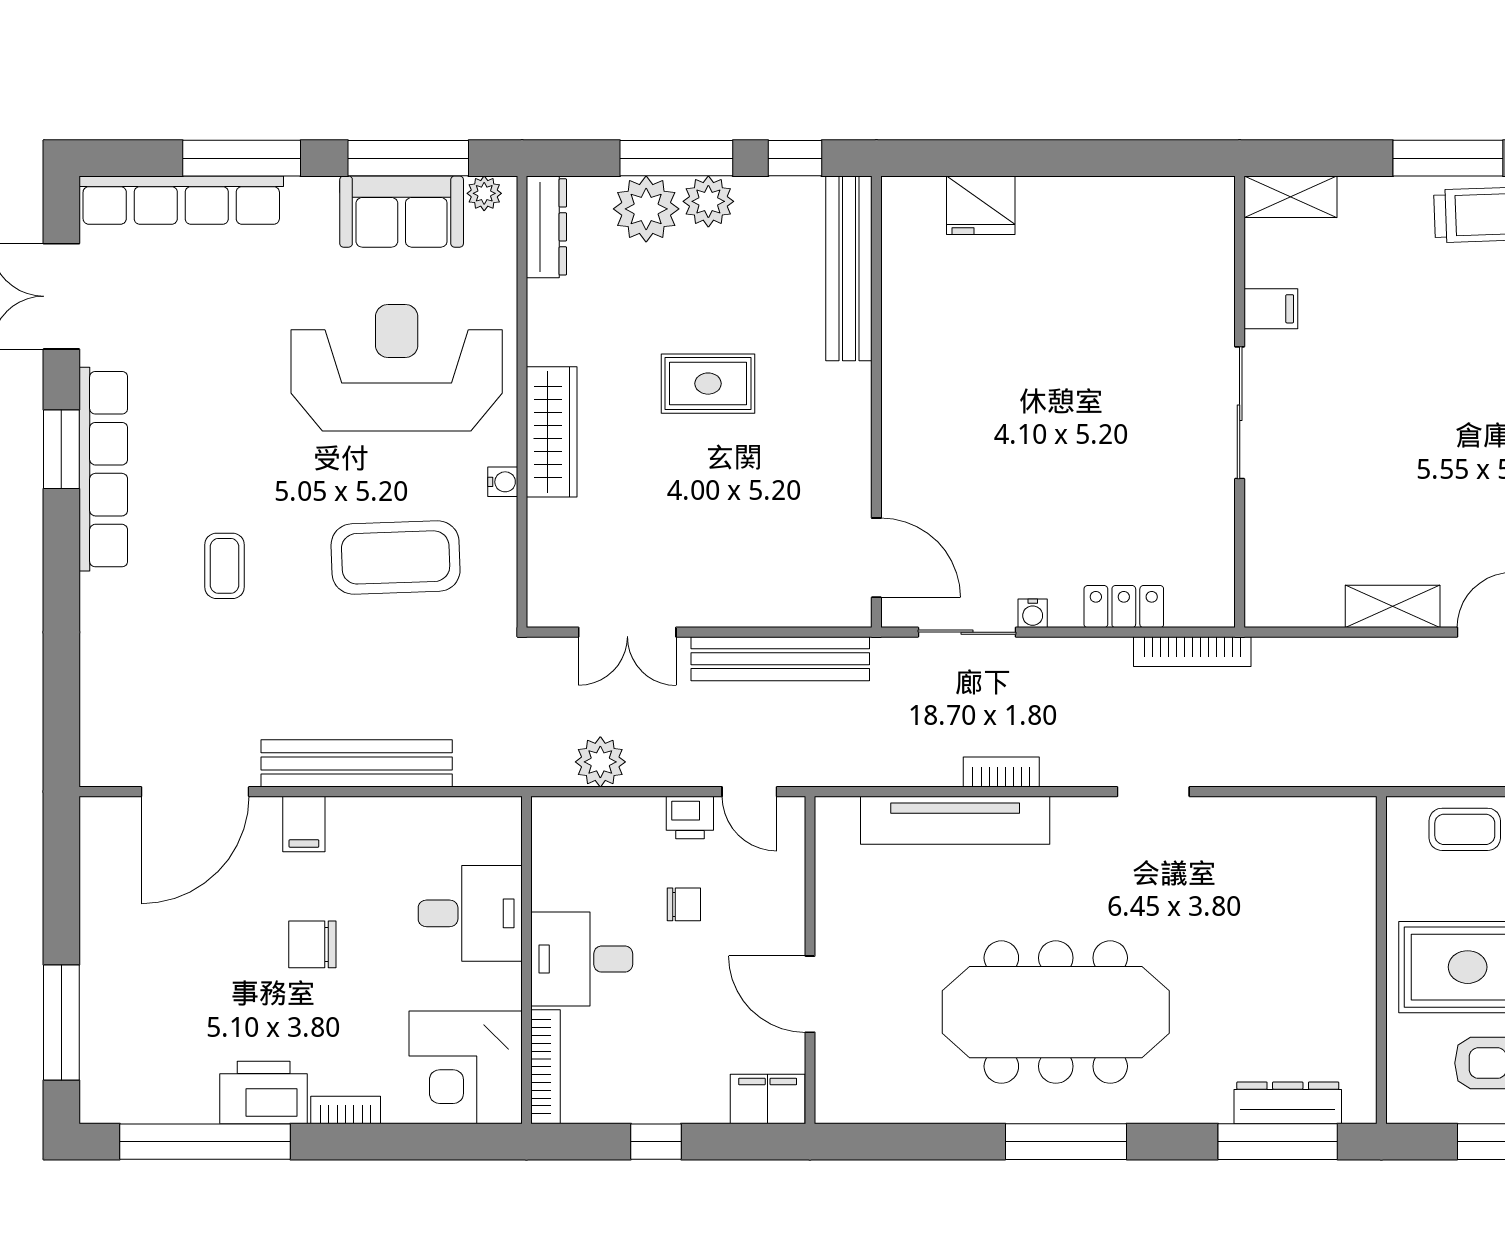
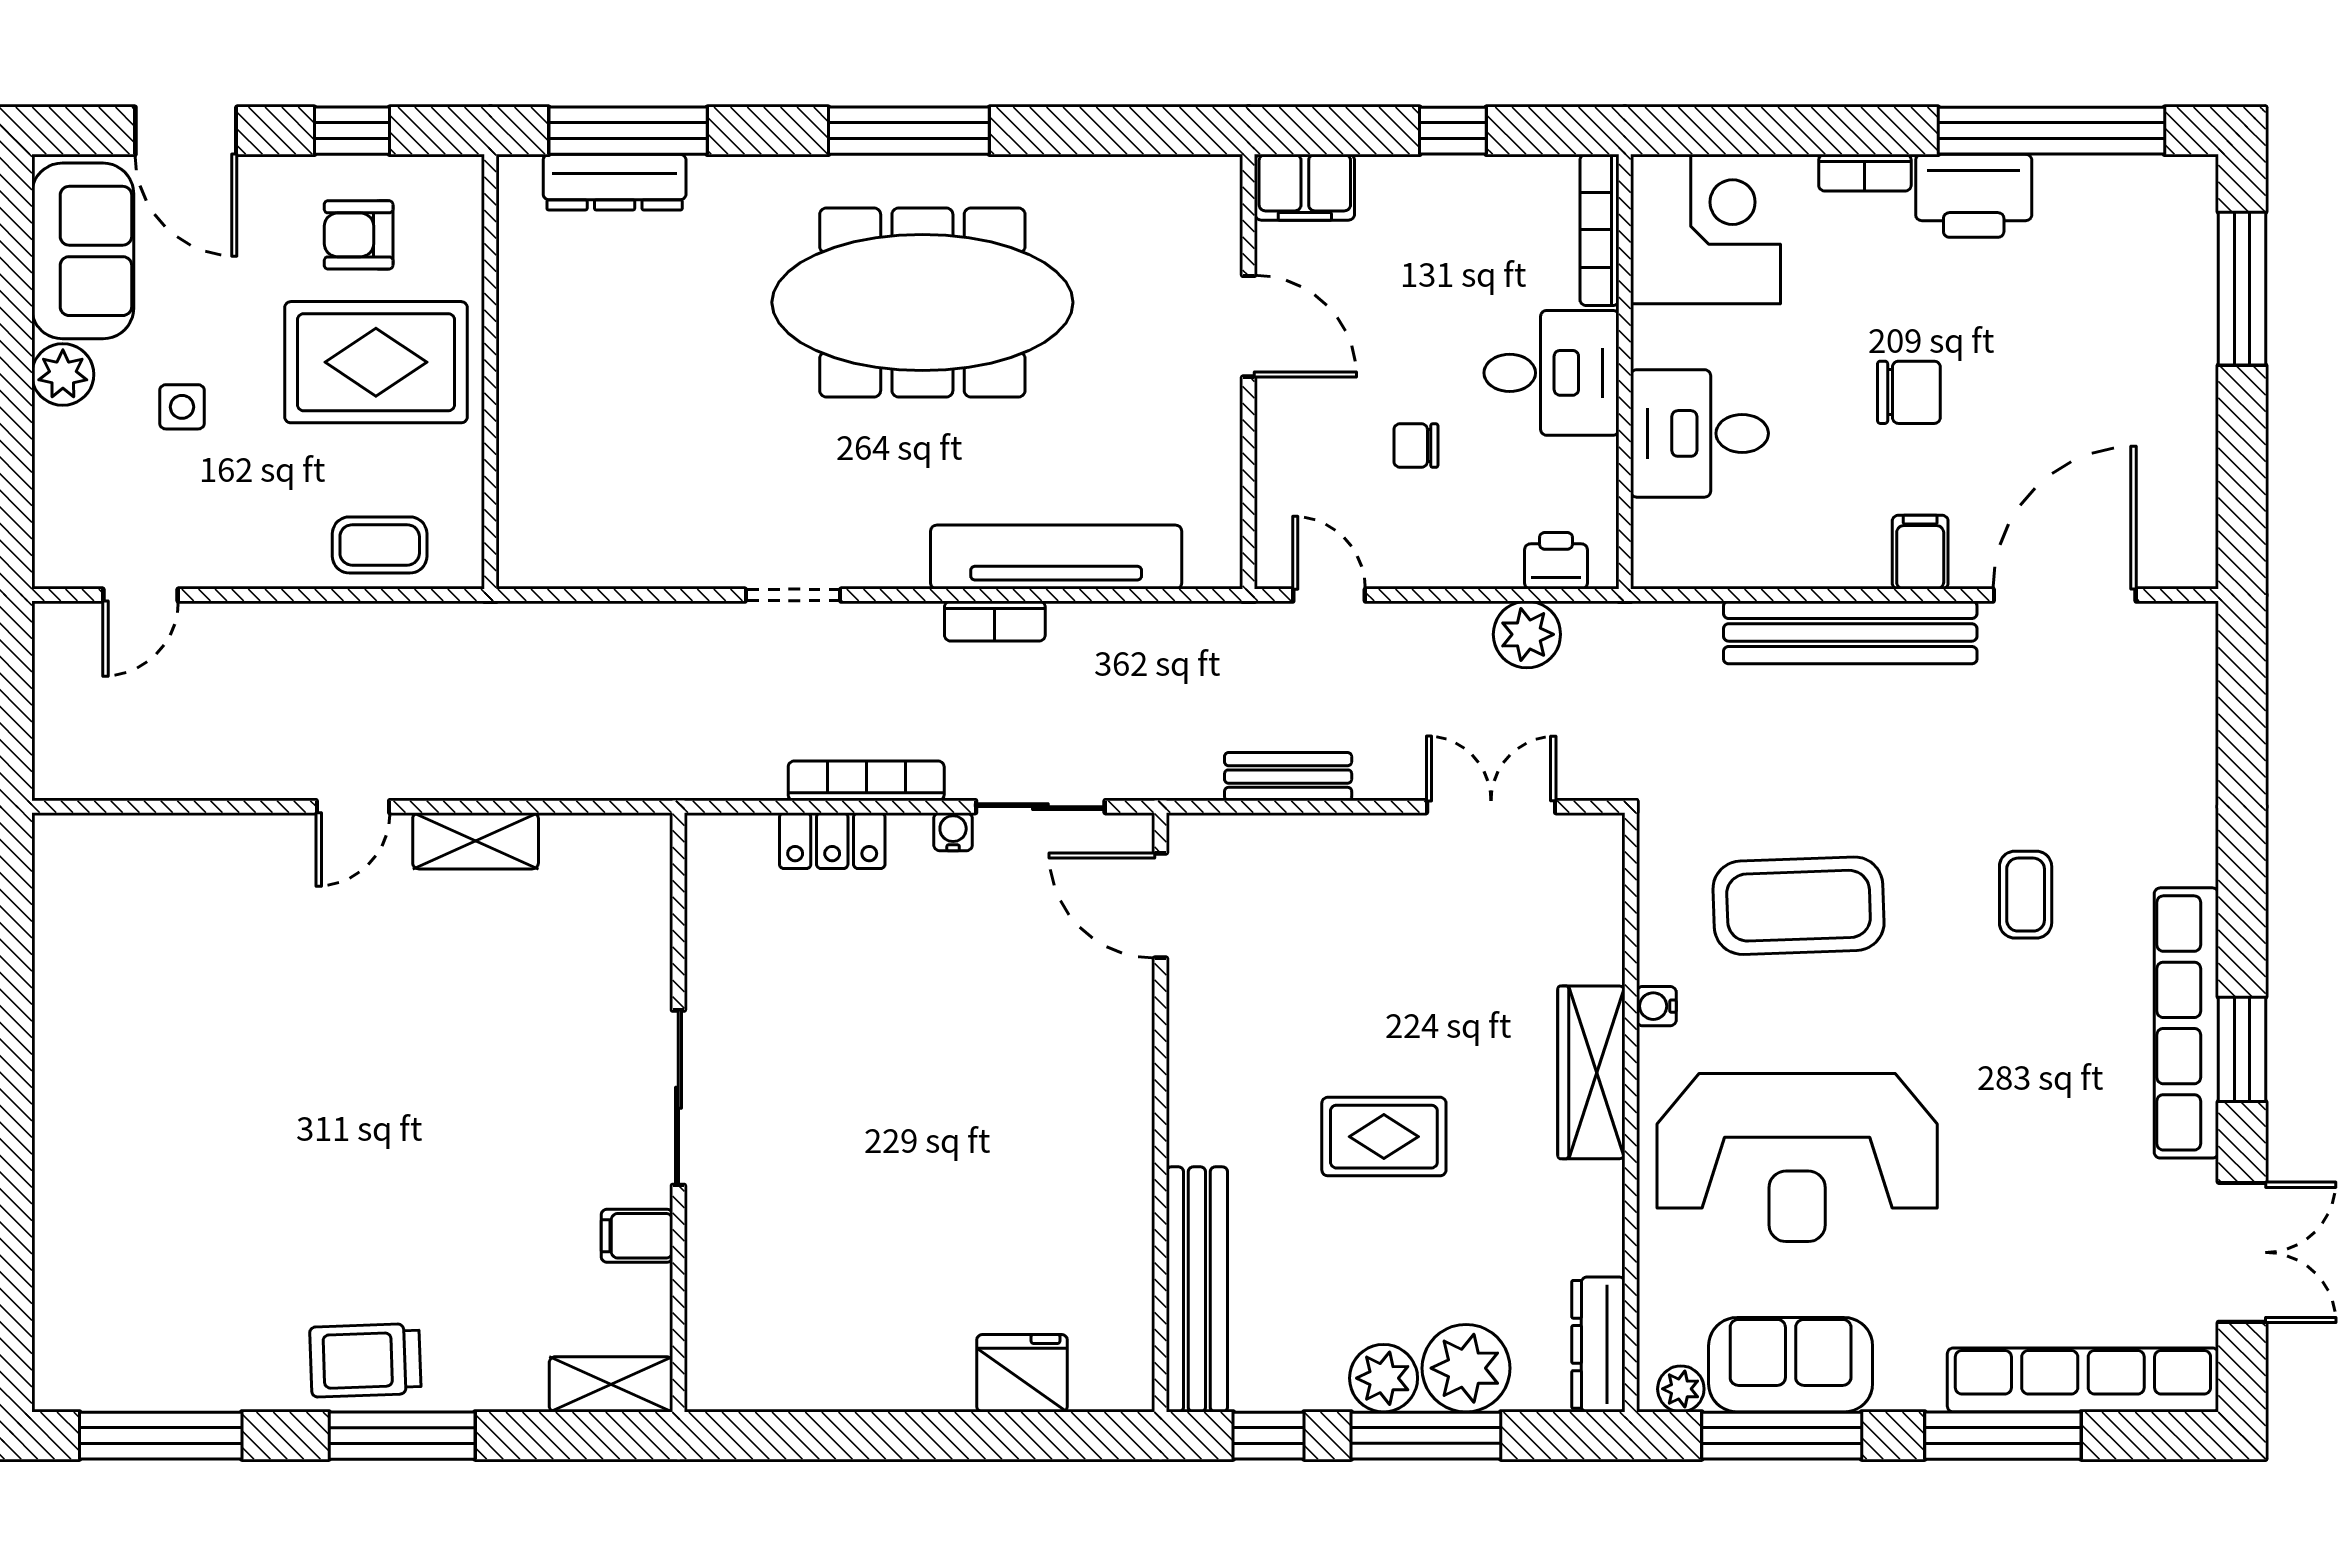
bookcase: (1192, 652) -> (866, 781), moved
bench: (780, 659) -> (1288, 777), width x0.54, depth x0.82
printer: (690, 817) -> (1556, 561), moved

